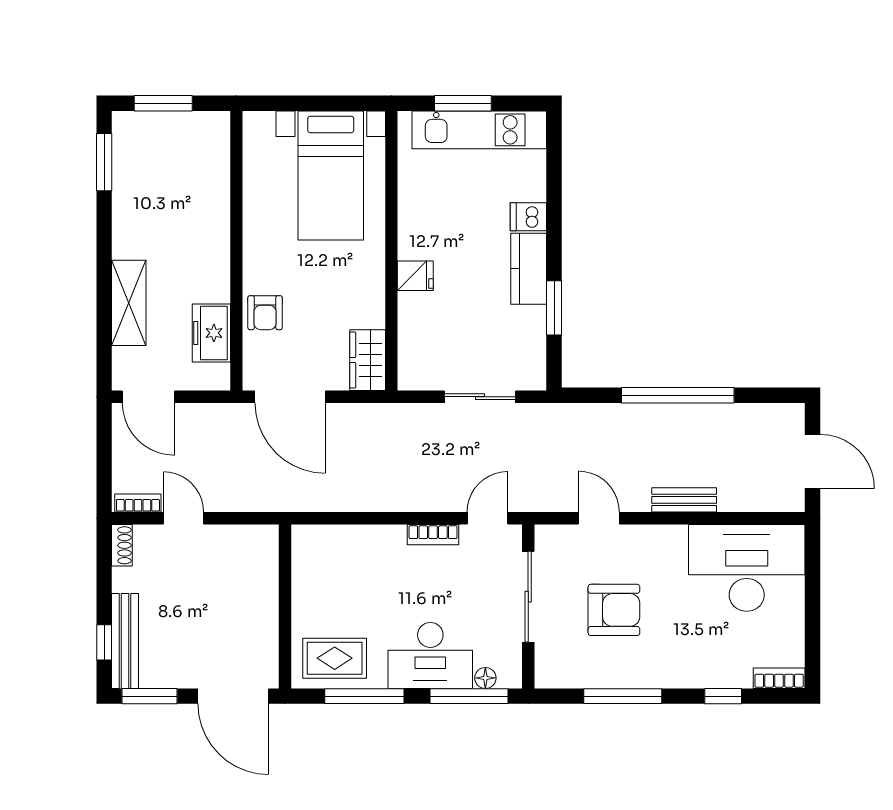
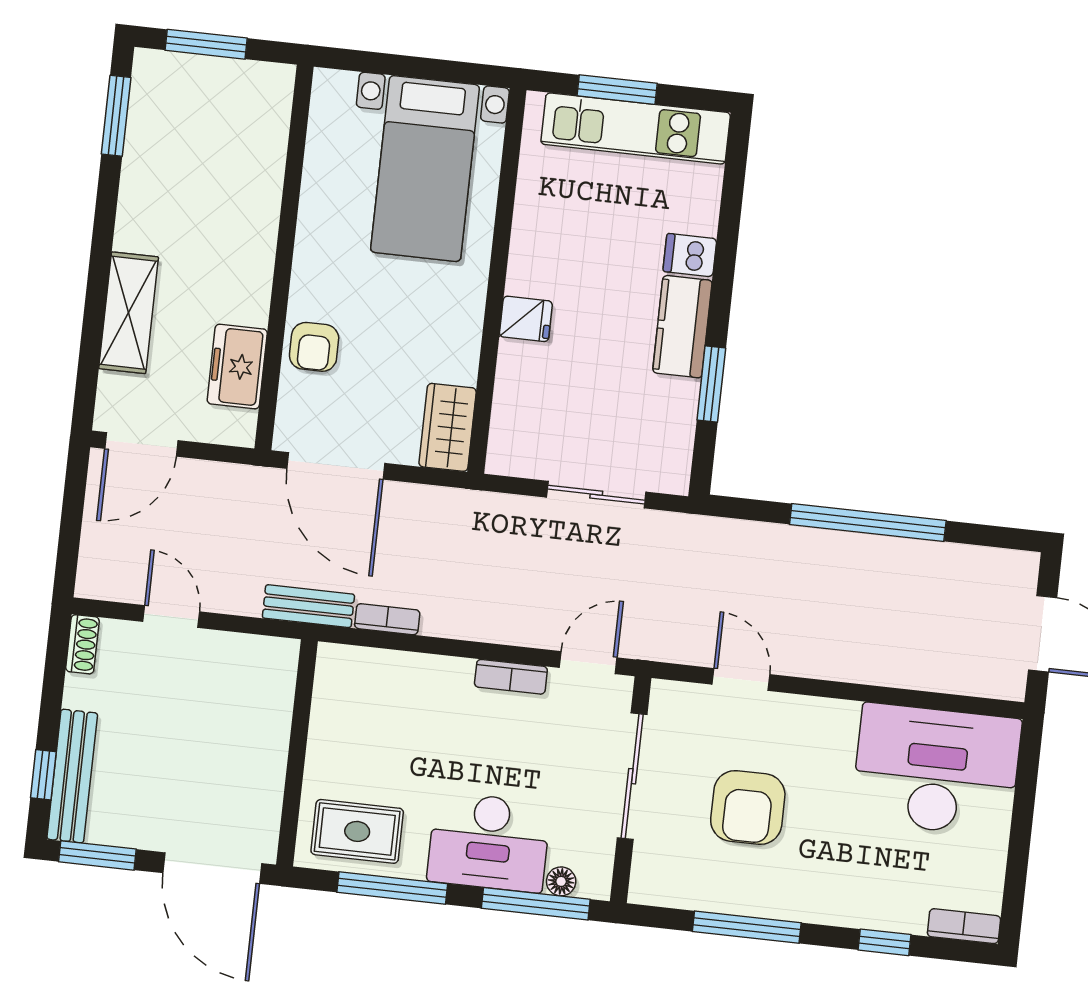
door: (148, 397) -> (141, 444), hinge flipped
bench: (684, 500) -> (308, 606), moved
bookcase: (138, 503) -> (387, 619), moved
armchair: (614, 610) -> (748, 807), turned 90

